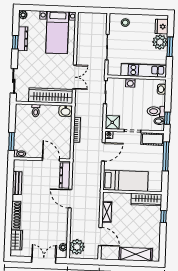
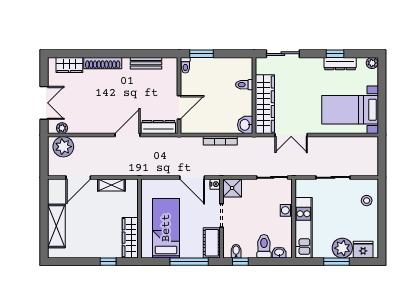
toilet: (156, 111) -> (264, 246), moved
bed: (125, 181) -> (166, 228), moved, turned 180

